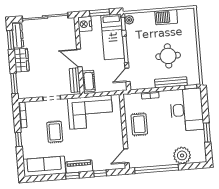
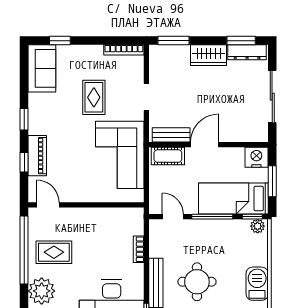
sliding door: (45, 17) -> (272, 97), width x0.73
rug: (139, 124) -> (54, 252), moved
rug: (55, 132) -> (94, 97), turned 90
window: (19, 139) -> (60, 41), moved
sofa: (44, 166) -> (42, 68), width x0.73
piano: (79, 167) -> (37, 156), moved

